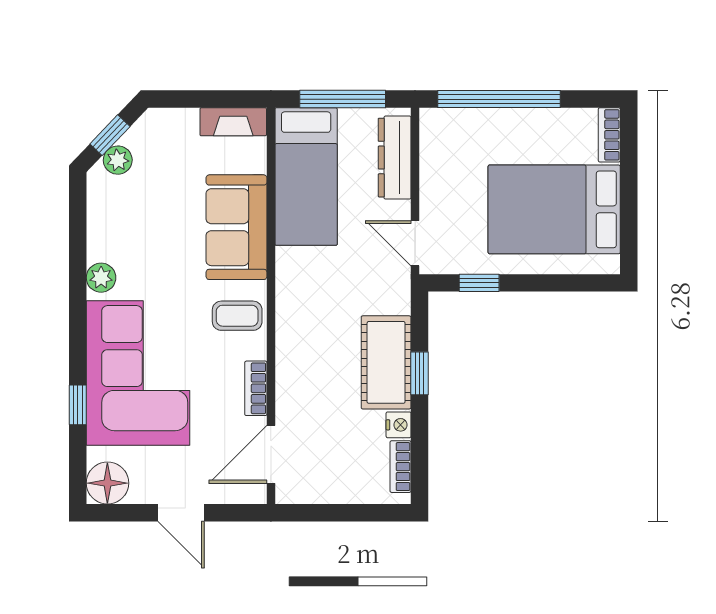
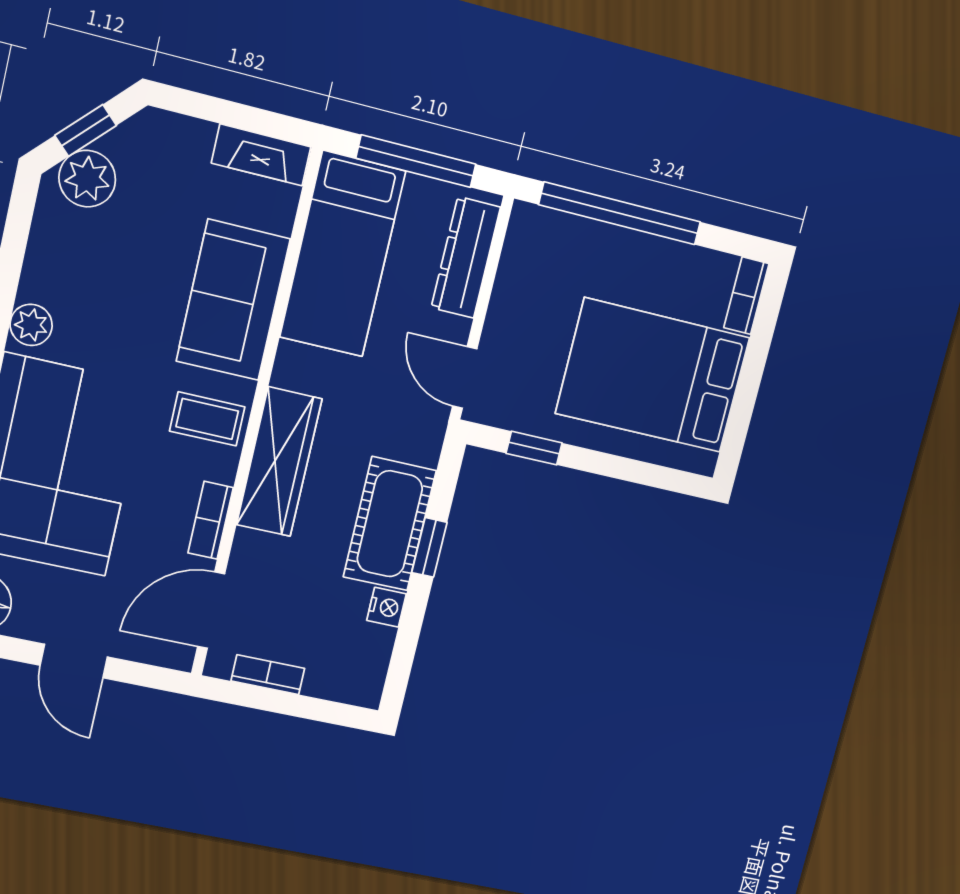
plant: (118, 160) -> (87, 179), width x1.38, depth x1.38
wardrobe: (295, 335) -> (279, 462), added
bookcase: (401, 467) -> (268, 675), moved, turned 90

